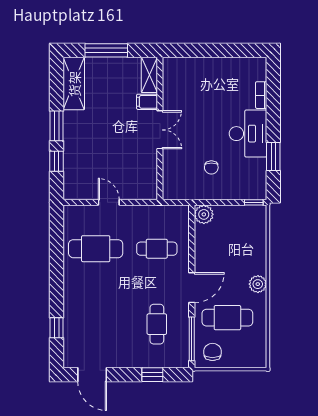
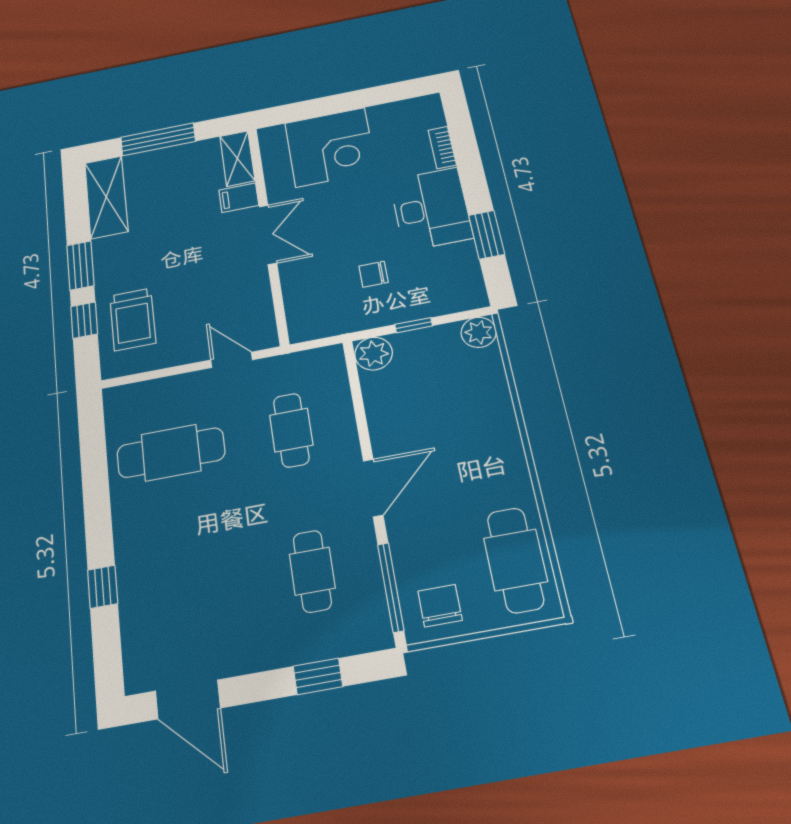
corner desk: (201, 80) -> (330, 147), added
trolley: (82, 167) -> (133, 319), added
chair: (211, 167) -> (373, 274), turned 90
door: (109, 202) -> (232, 360), moved
window: (254, 202) -> (414, 325), moved
cafe table: (157, 249) -> (291, 430), turned 90
plant: (258, 284) -> (479, 332), moved
cafe table: (227, 318) -> (515, 560), moved, turned 90
window: (57, 328) -> (103, 587), moved

